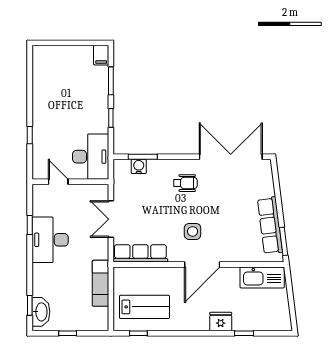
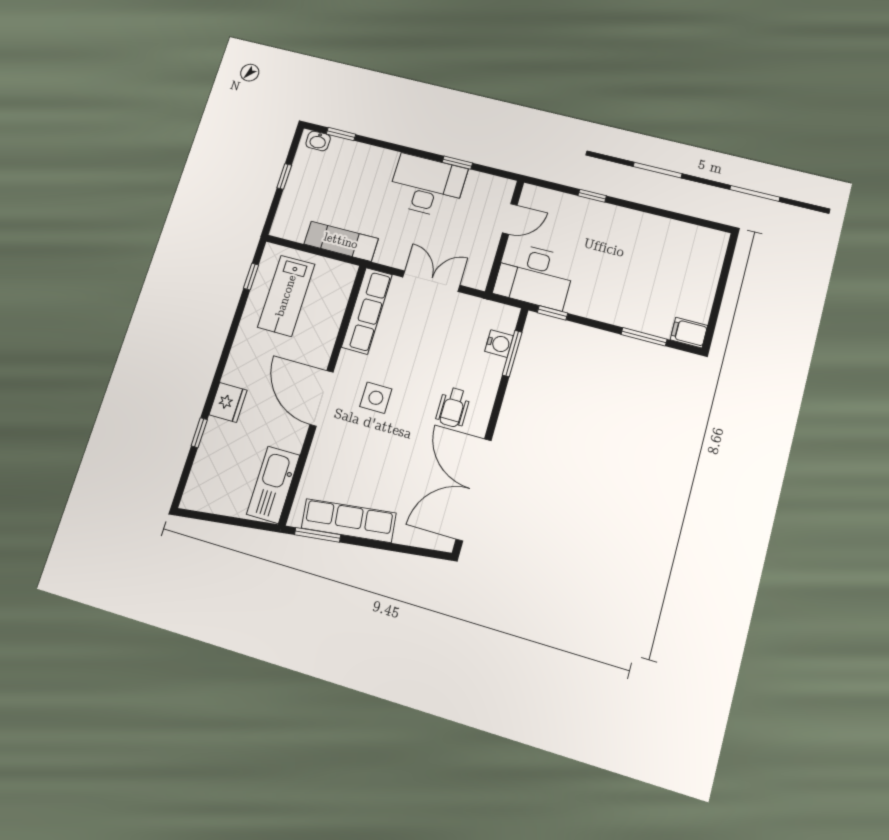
window: (111, 118) -> (552, 313), moved
double door: (231, 157) -> (474, 490), swing flipped
washbasin: (41, 312) -> (318, 141), width x0.52, depth x0.69

